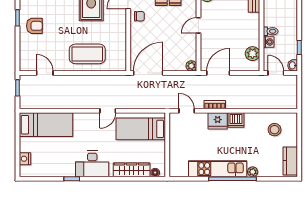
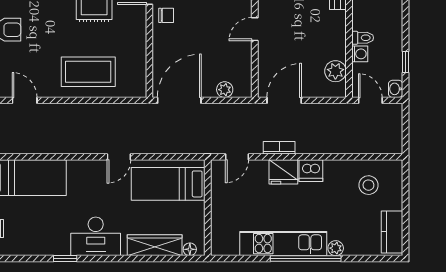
plant: (191, 66) -> (225, 90), moved
door: (187, 111) -> (237, 157), swing flipped

